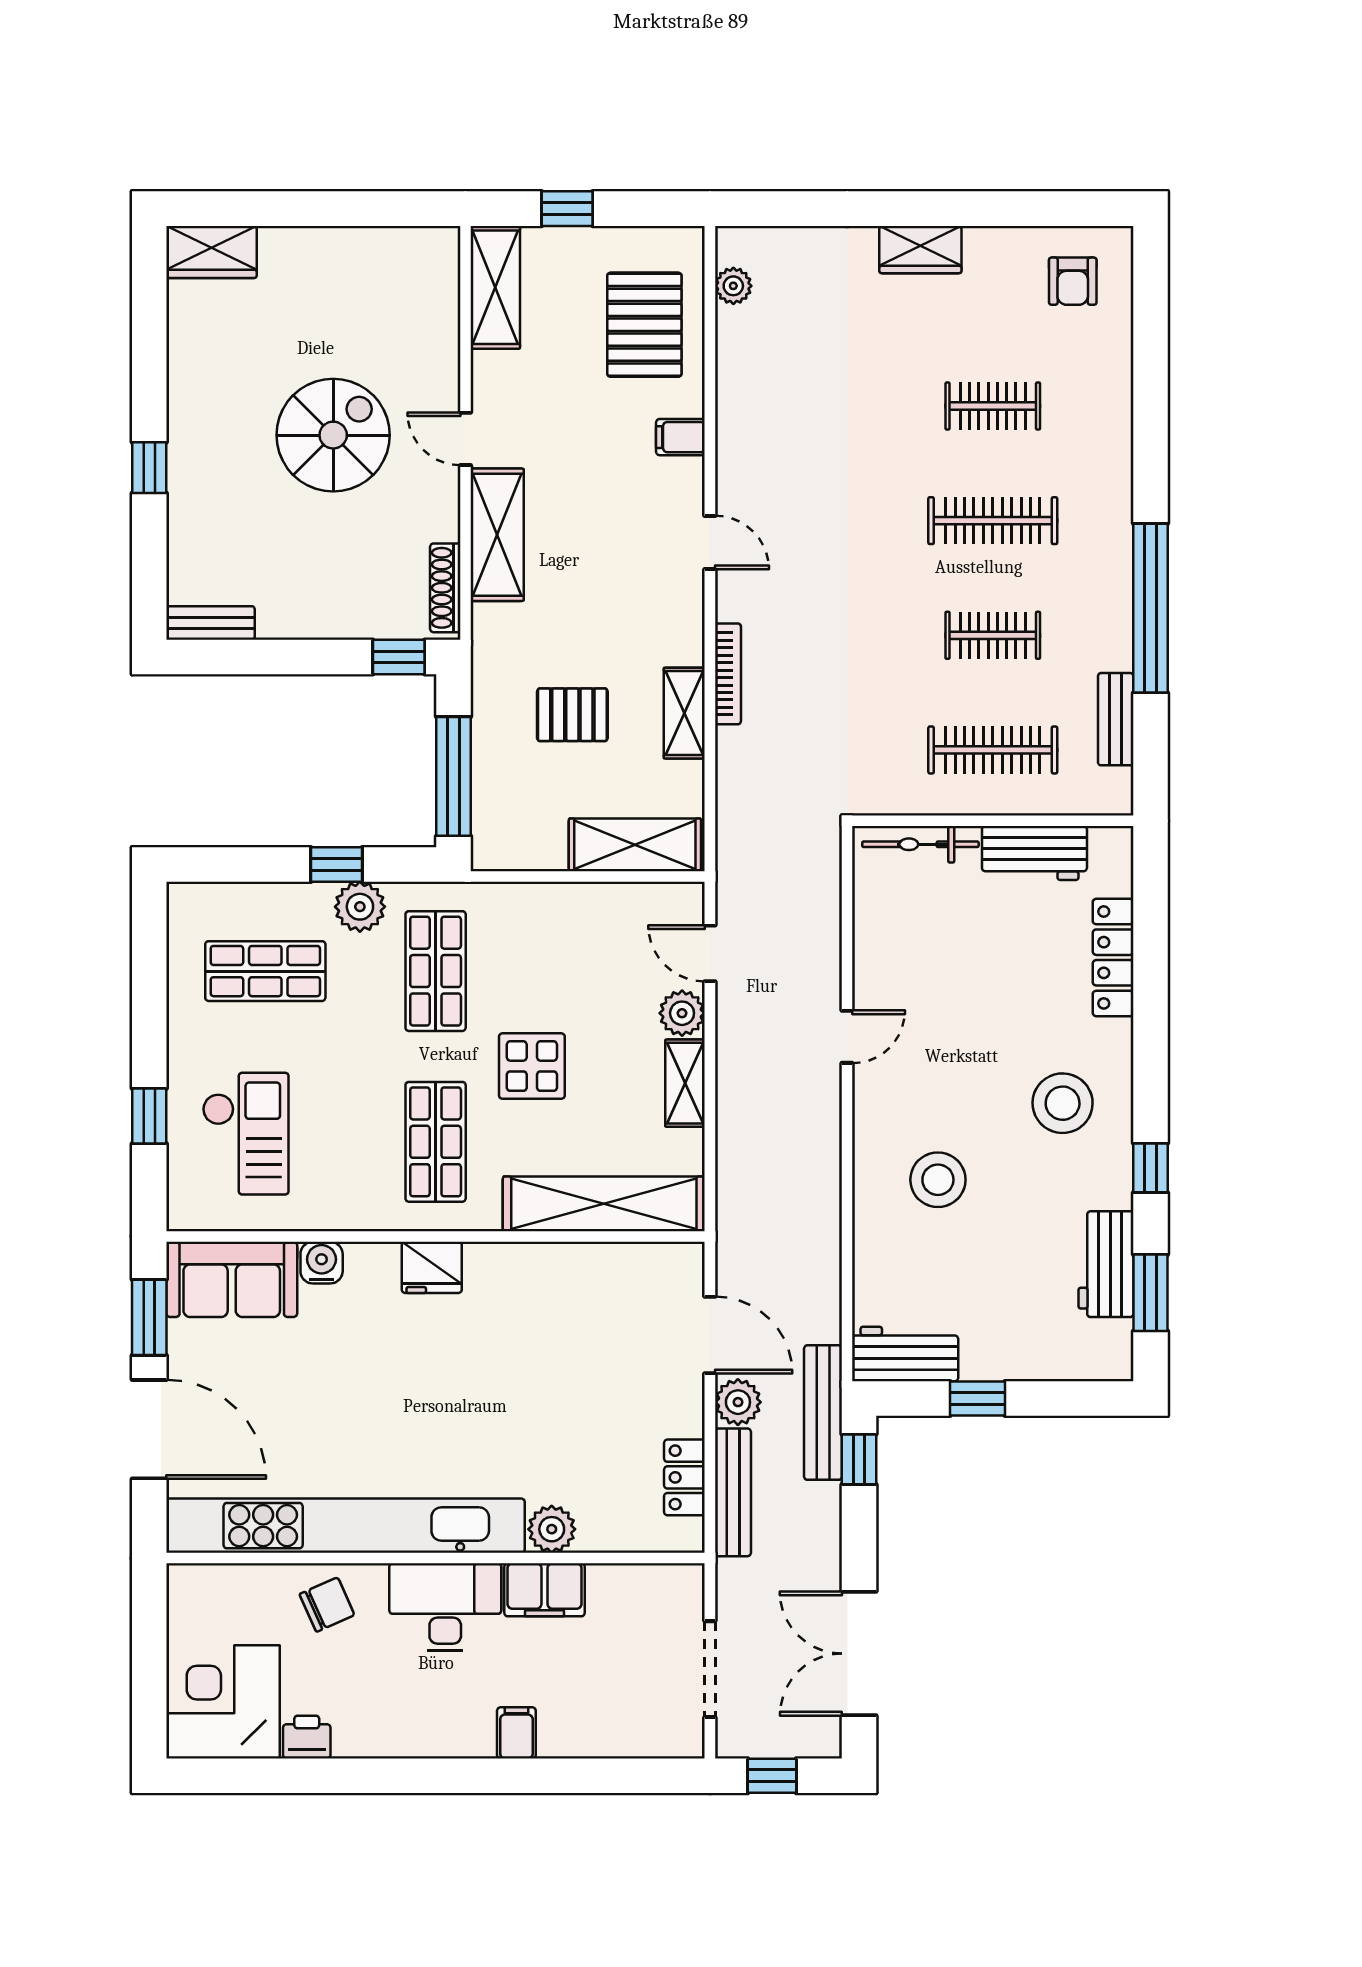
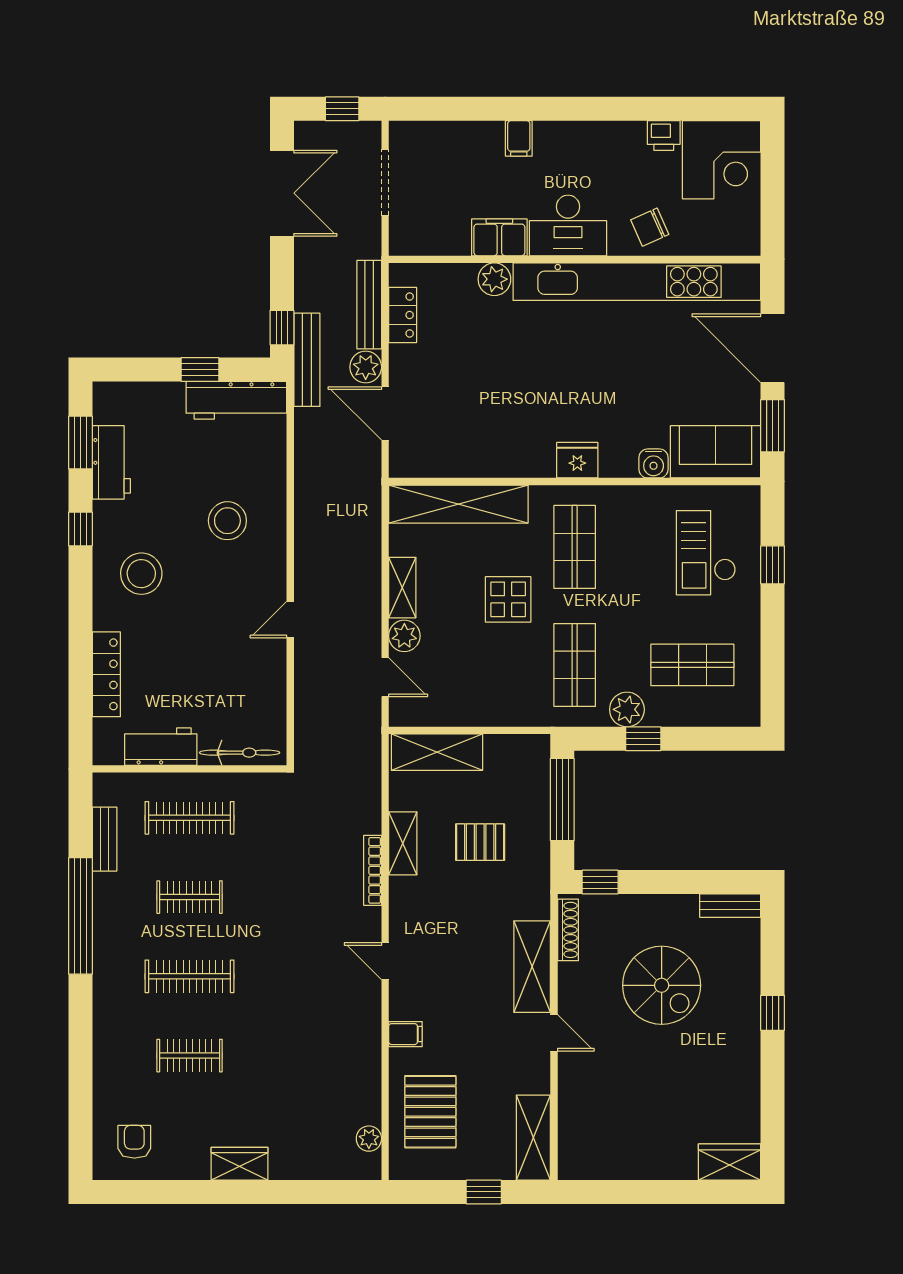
spiral stairs: (333, 435) -> (662, 985), moved, turned -90
workbench: (905, 1354) -> (236, 400), width x1.38

